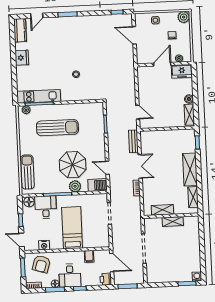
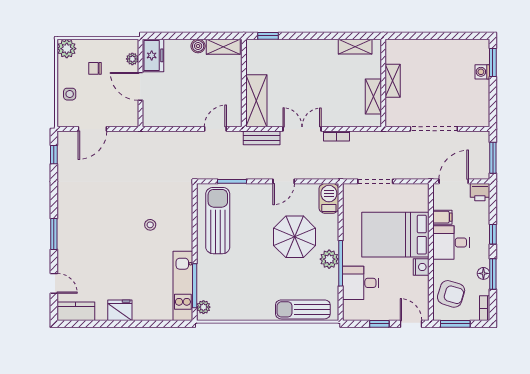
sun lounger: (57, 128) -> (218, 221), moved
door: (107, 168) -> (284, 181), moved
shelving: (190, 170) -> (256, 101), moved, turned 90
plant: (75, 186) -> (329, 259), moved
floor lamp: (29, 202) -> (351, 309), removed
bed: (72, 228) -> (395, 235), width x1.50
door: (22, 240) -> (411, 324), swing flipped
nightstand: (44, 245) -> (421, 267), moved
desk: (70, 275) -> (451, 243), moved, turned 180
washing machine: (197, 277) -> (482, 72), moved

